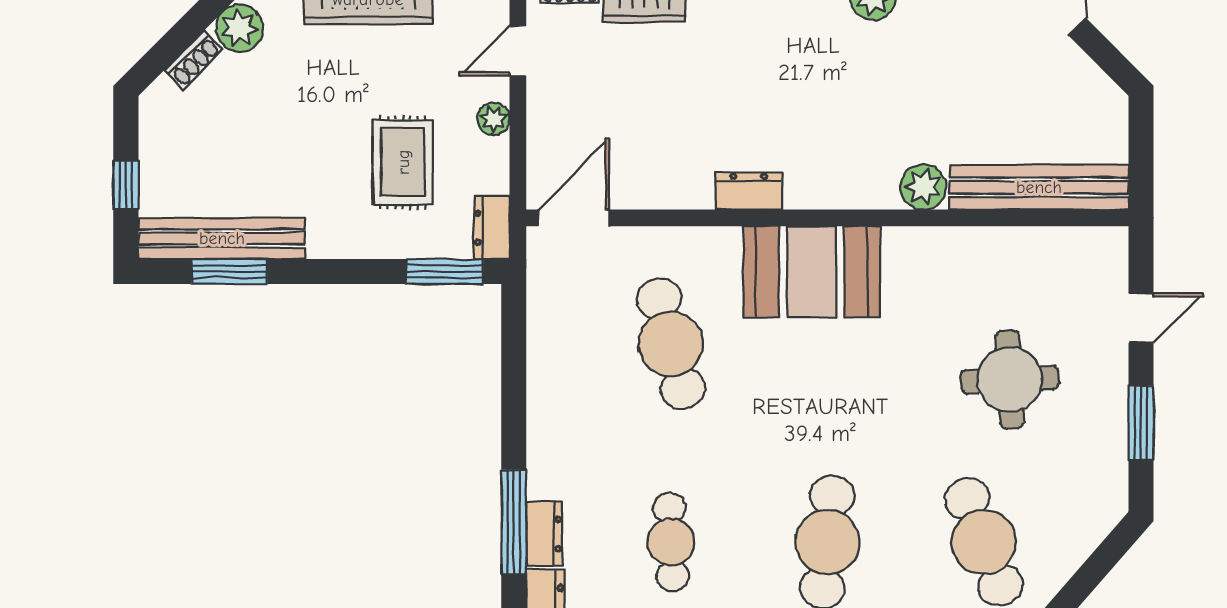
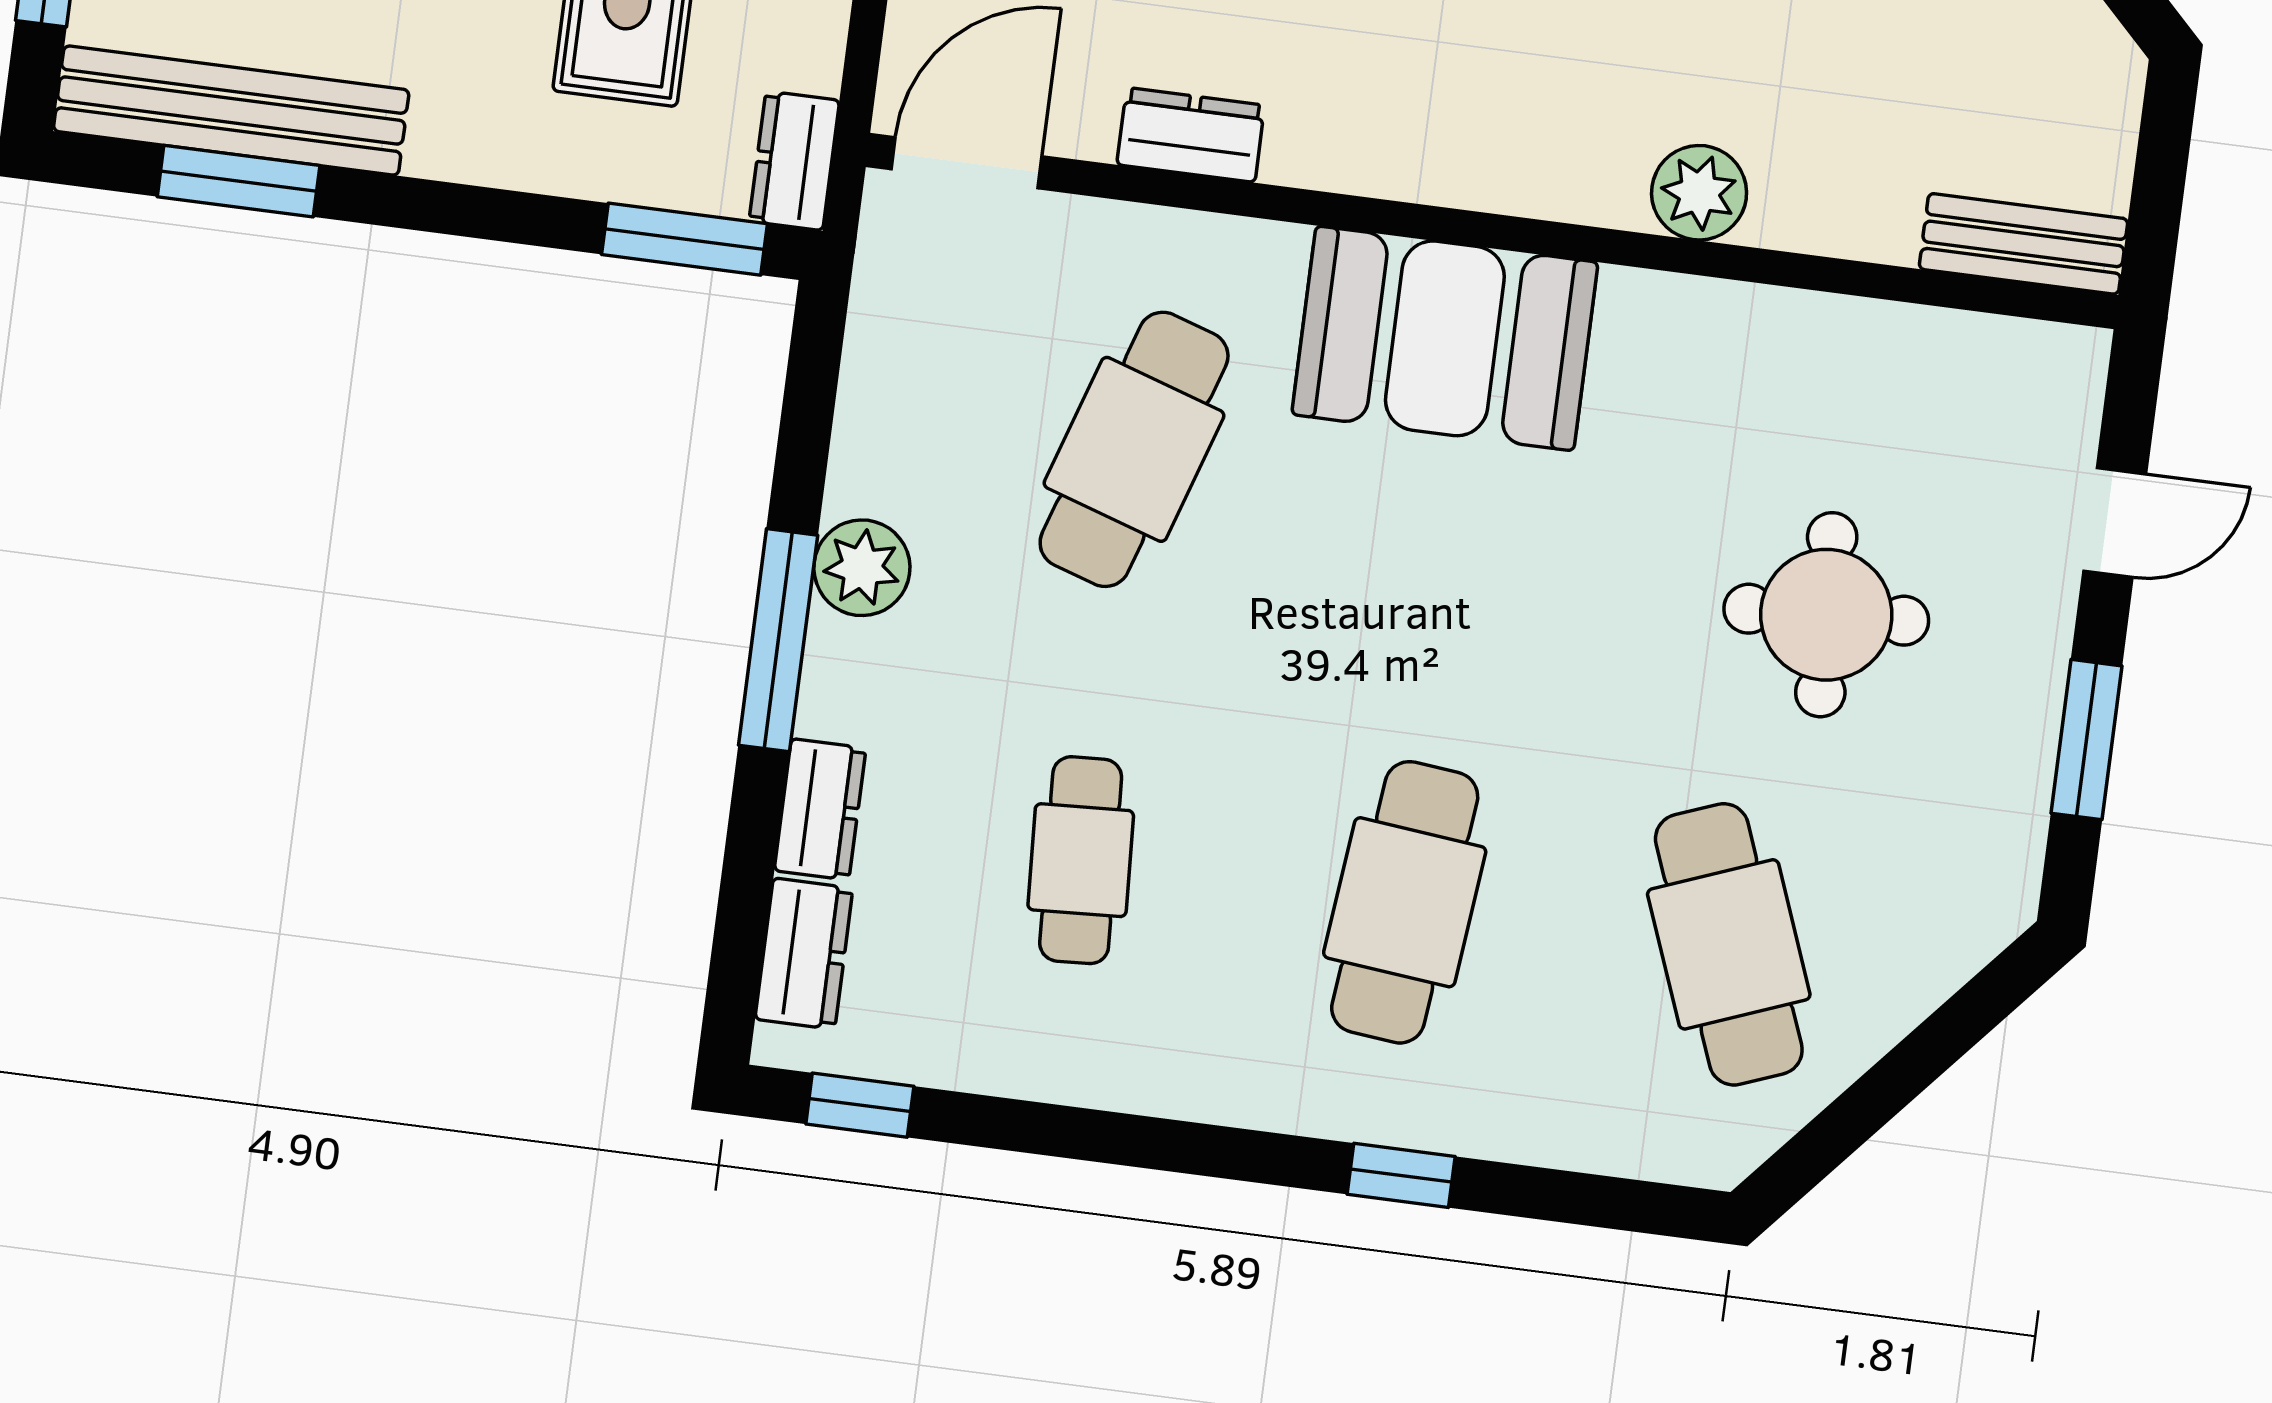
bench: (1039, 187) -> (2024, 244), width x0.54, depth x0.82
dresser: (749, 191) -> (1191, 135), moved
cafe table: (671, 344) -> (1134, 449), turned 33
plant: (549, 417) -> (862, 568), added
window: (514, 522) -> (778, 640), moved

